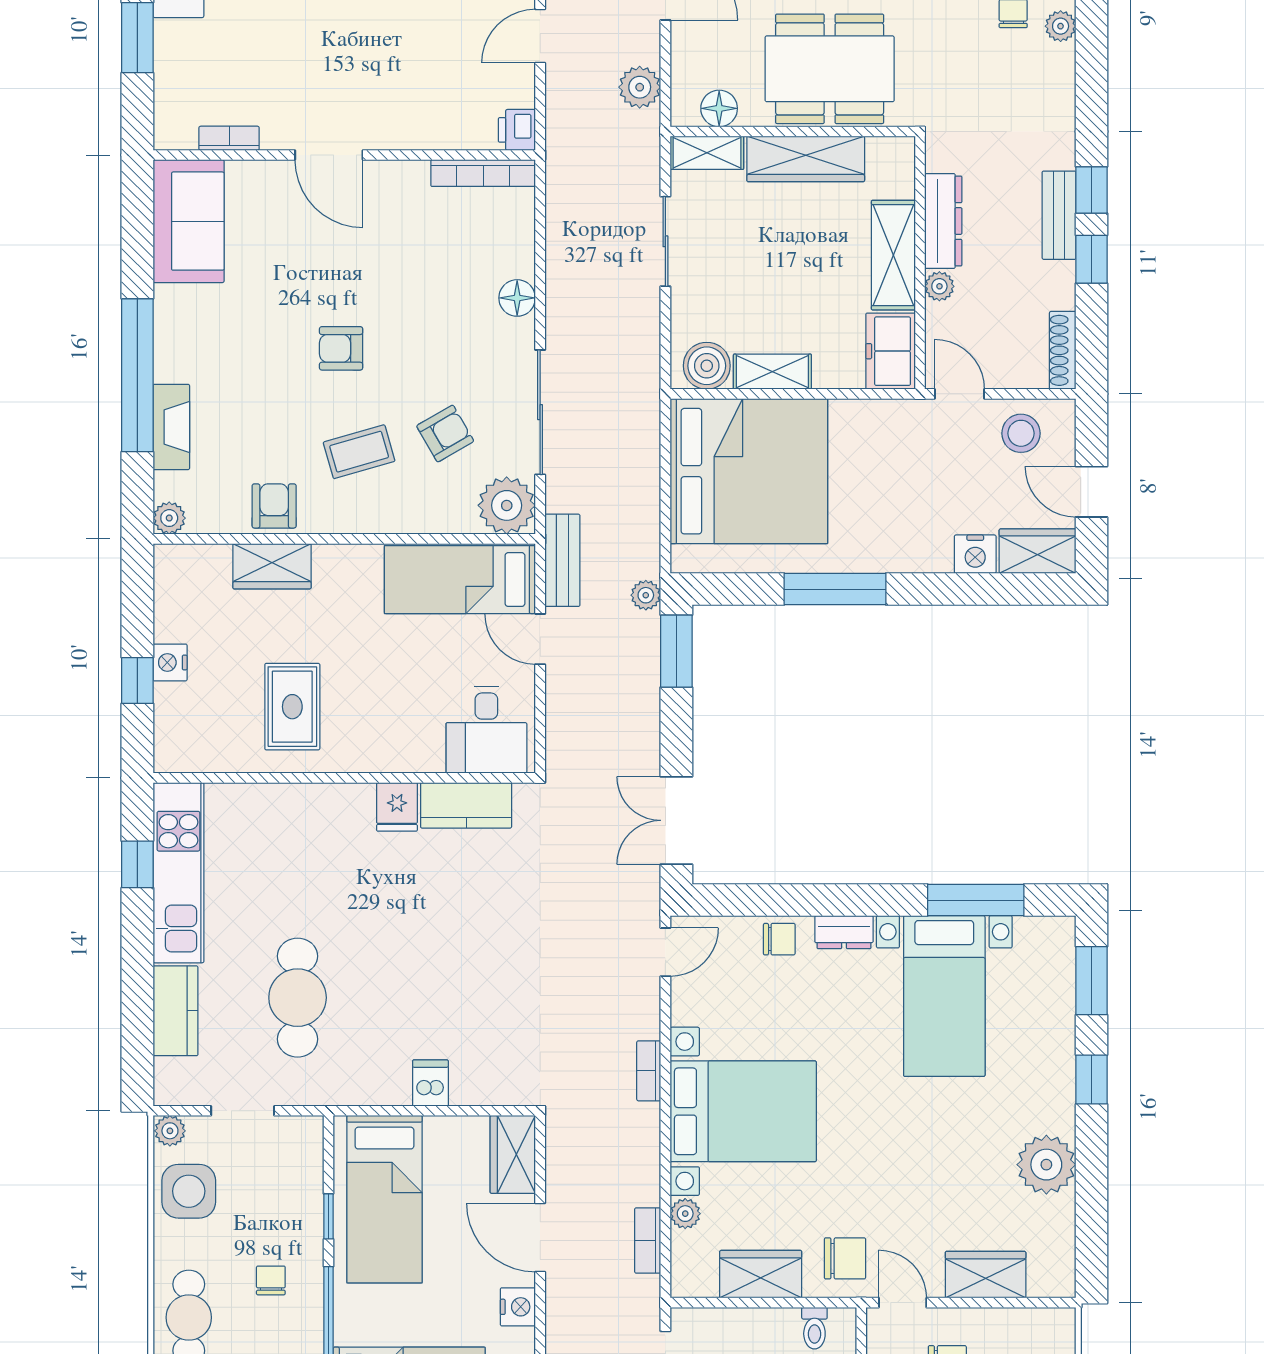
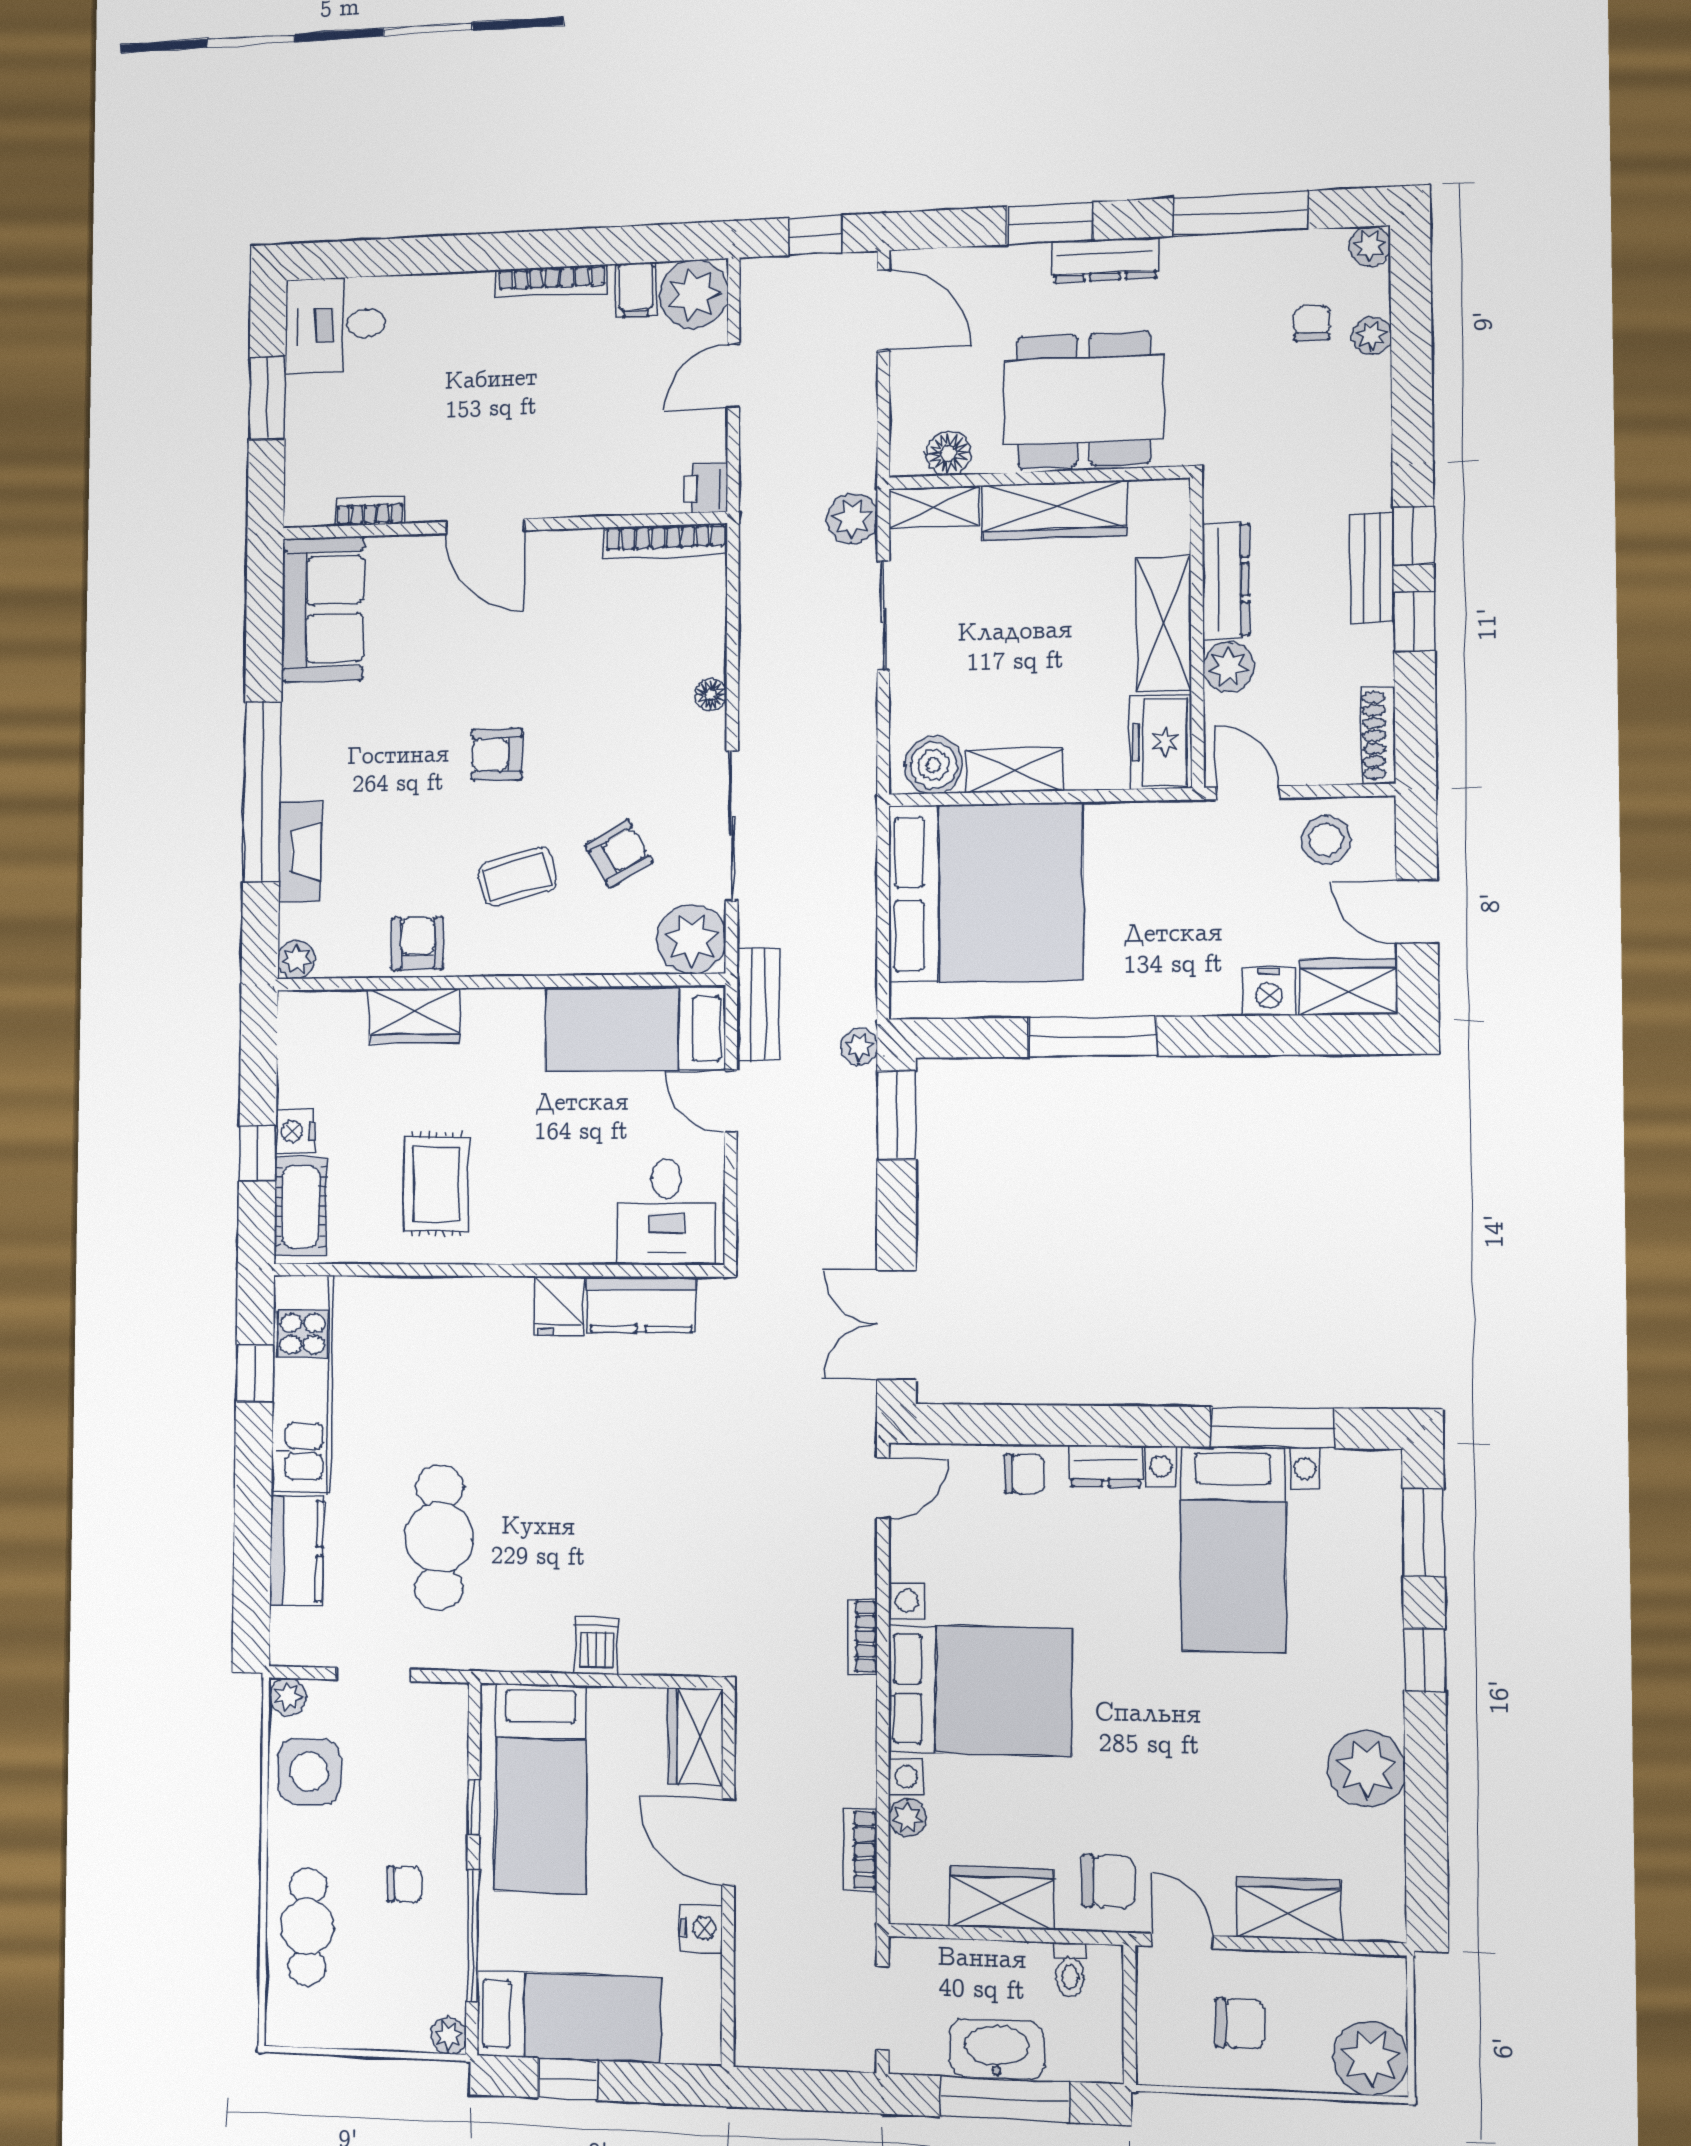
plant: (640, 87) -> (852, 519), moved
plant: (939, 286) -> (1228, 667), width x1.38, depth x1.38
floor lamp: (517, 298) -> (711, 695), width x0.73, depth x0.73
cot: (175, 725) -> (300, 1206), added
chair: (271, 1280) -> (405, 1884), turned 90

